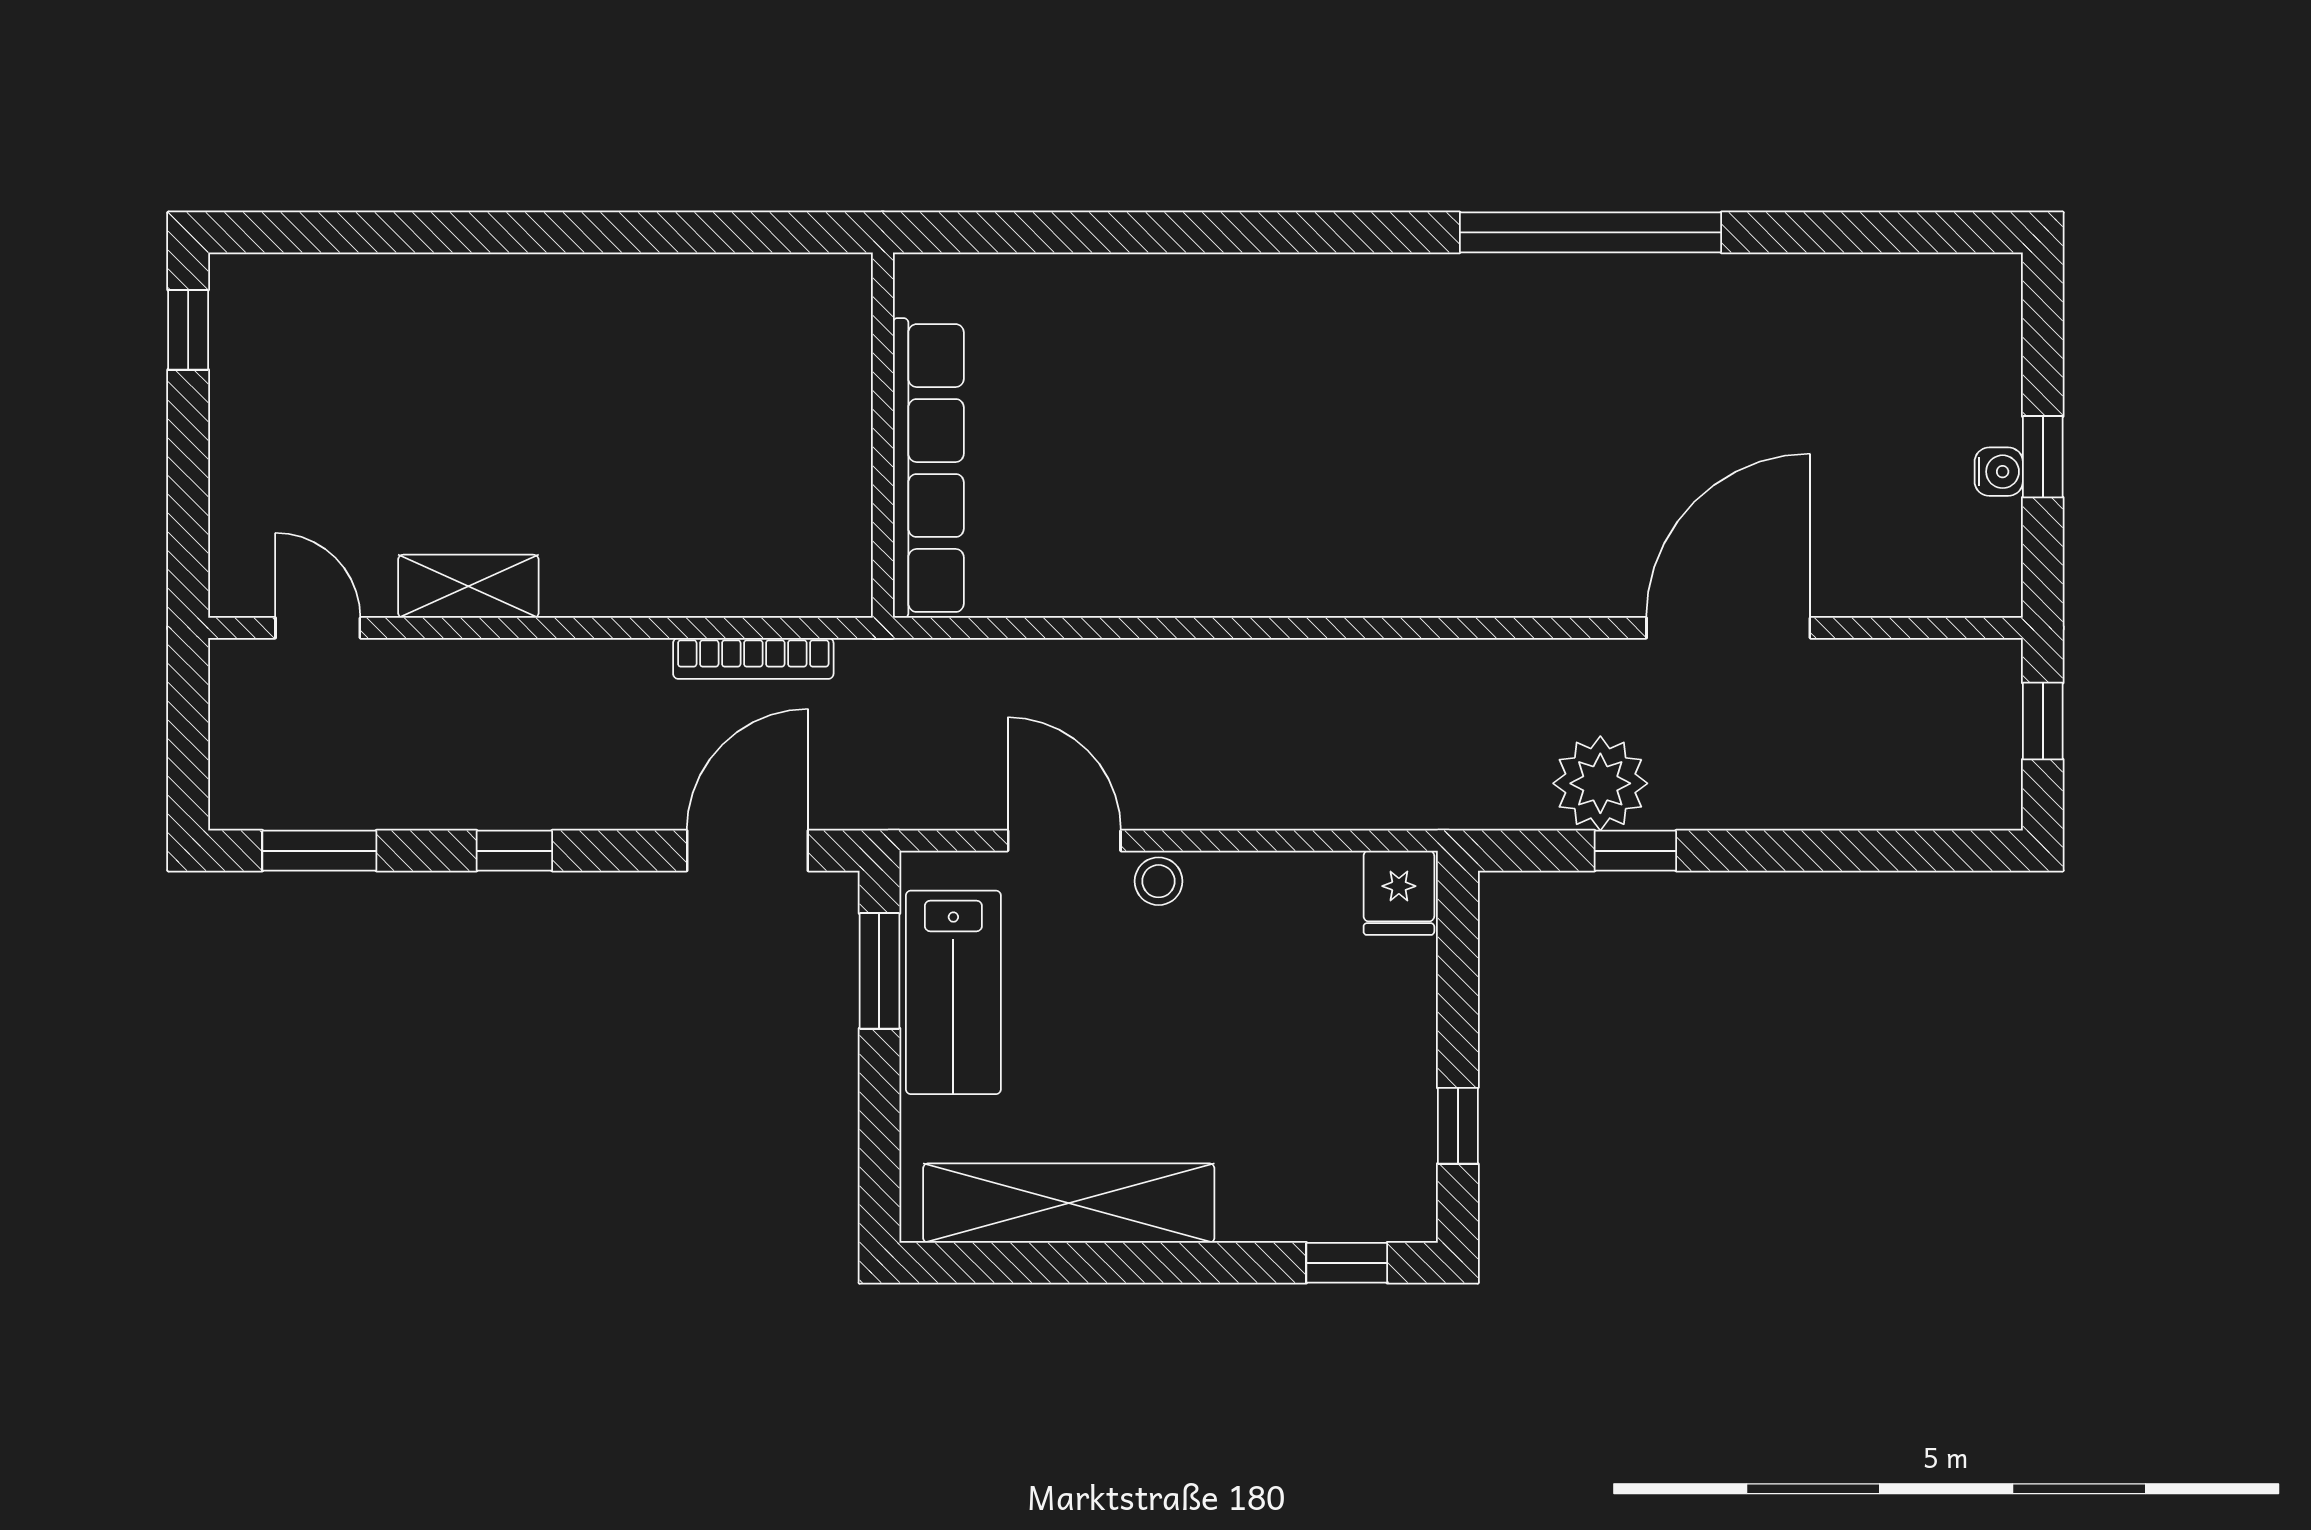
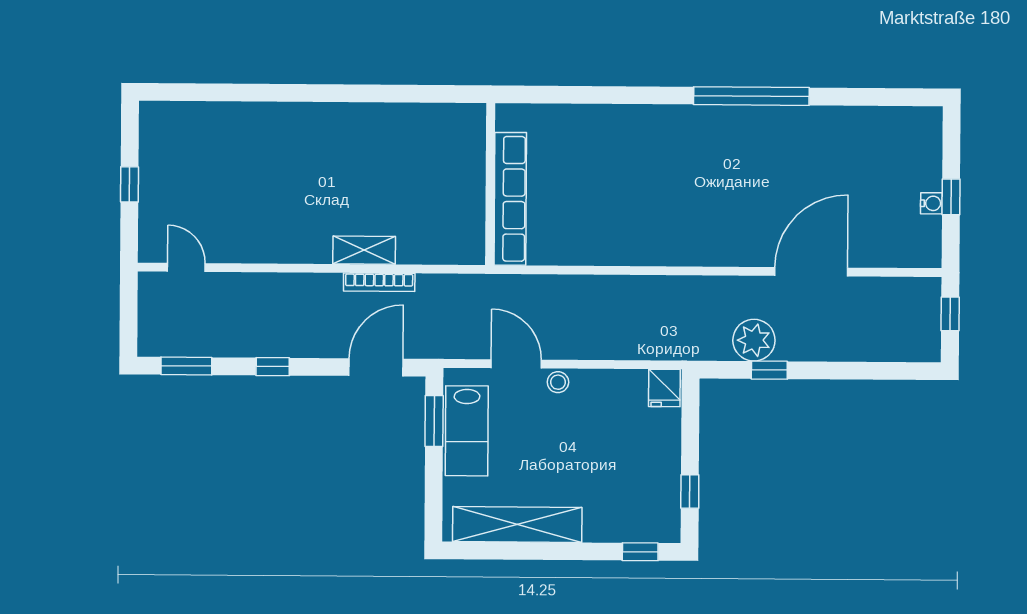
window: (188, 330) -> (129, 184), moved
wall: (883, 435) -> (490, 184), moved
row of seats: (928, 468) -> (510, 199), moved
shelving: (468, 586) -> (364, 250), moved

